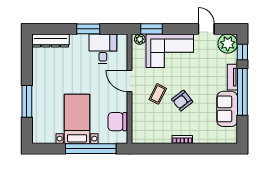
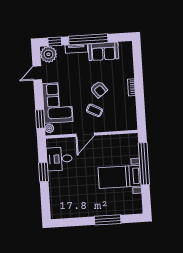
dresser: (51, 41) -> (55, 203), removed
chair: (117, 122) -> (120, 143), removed

